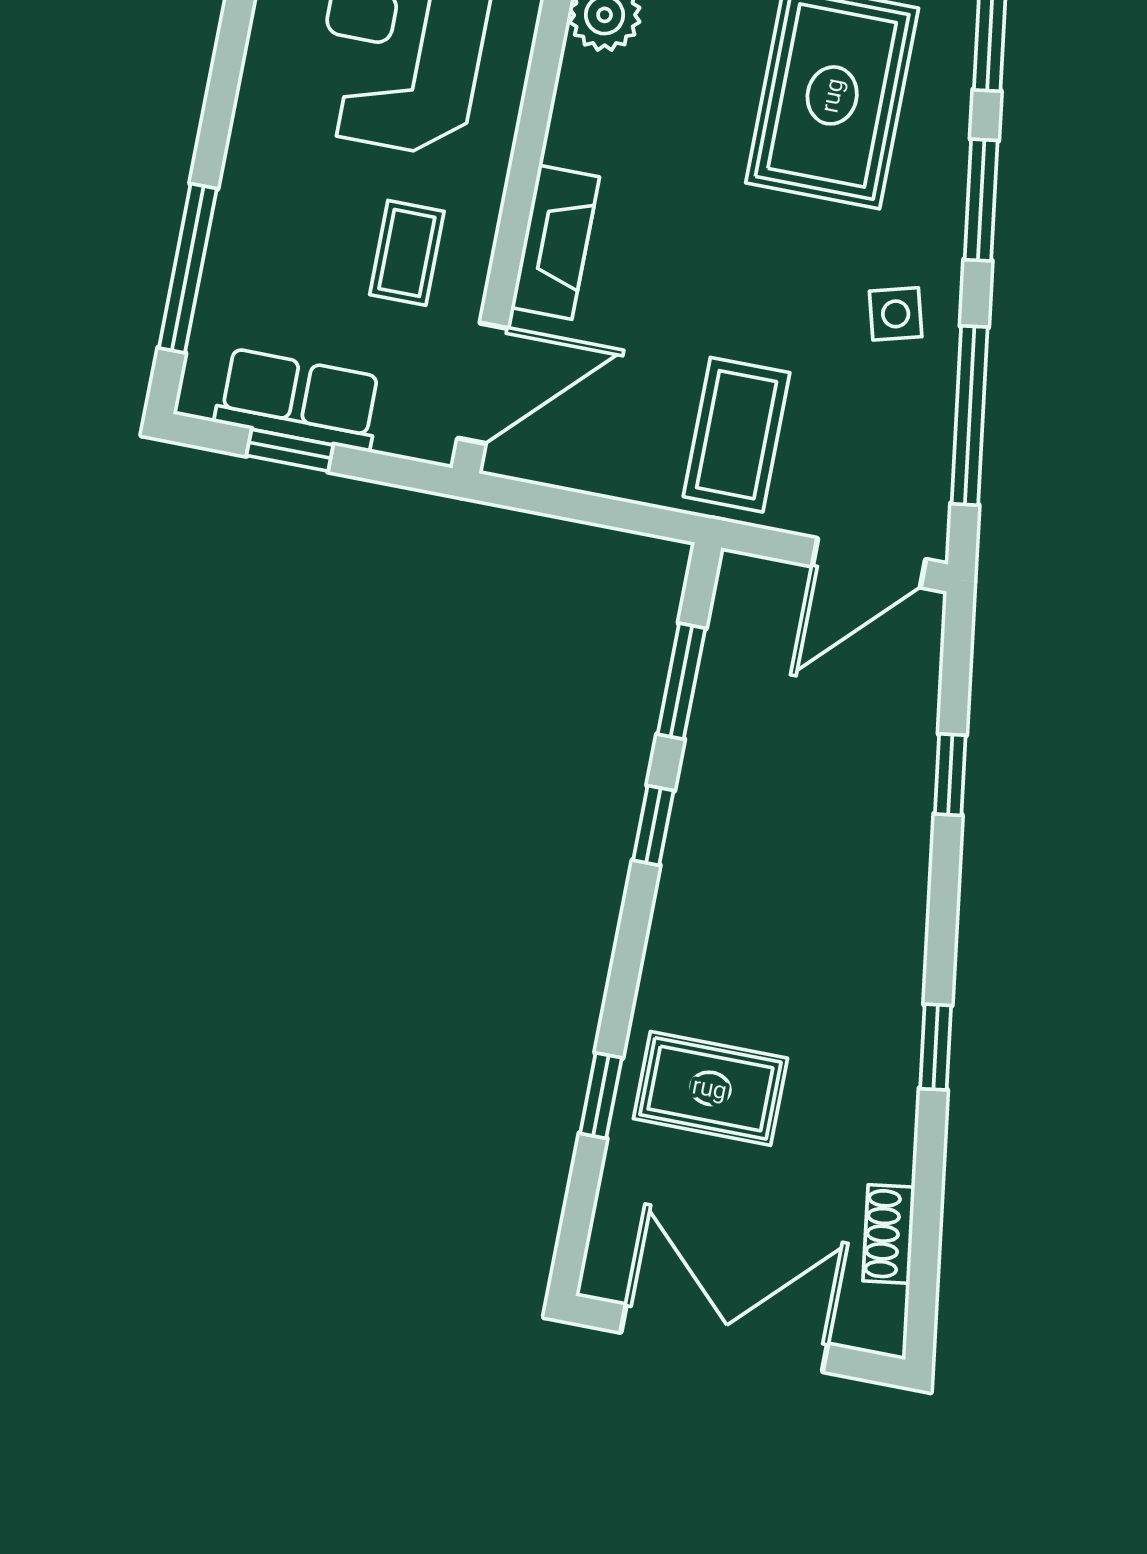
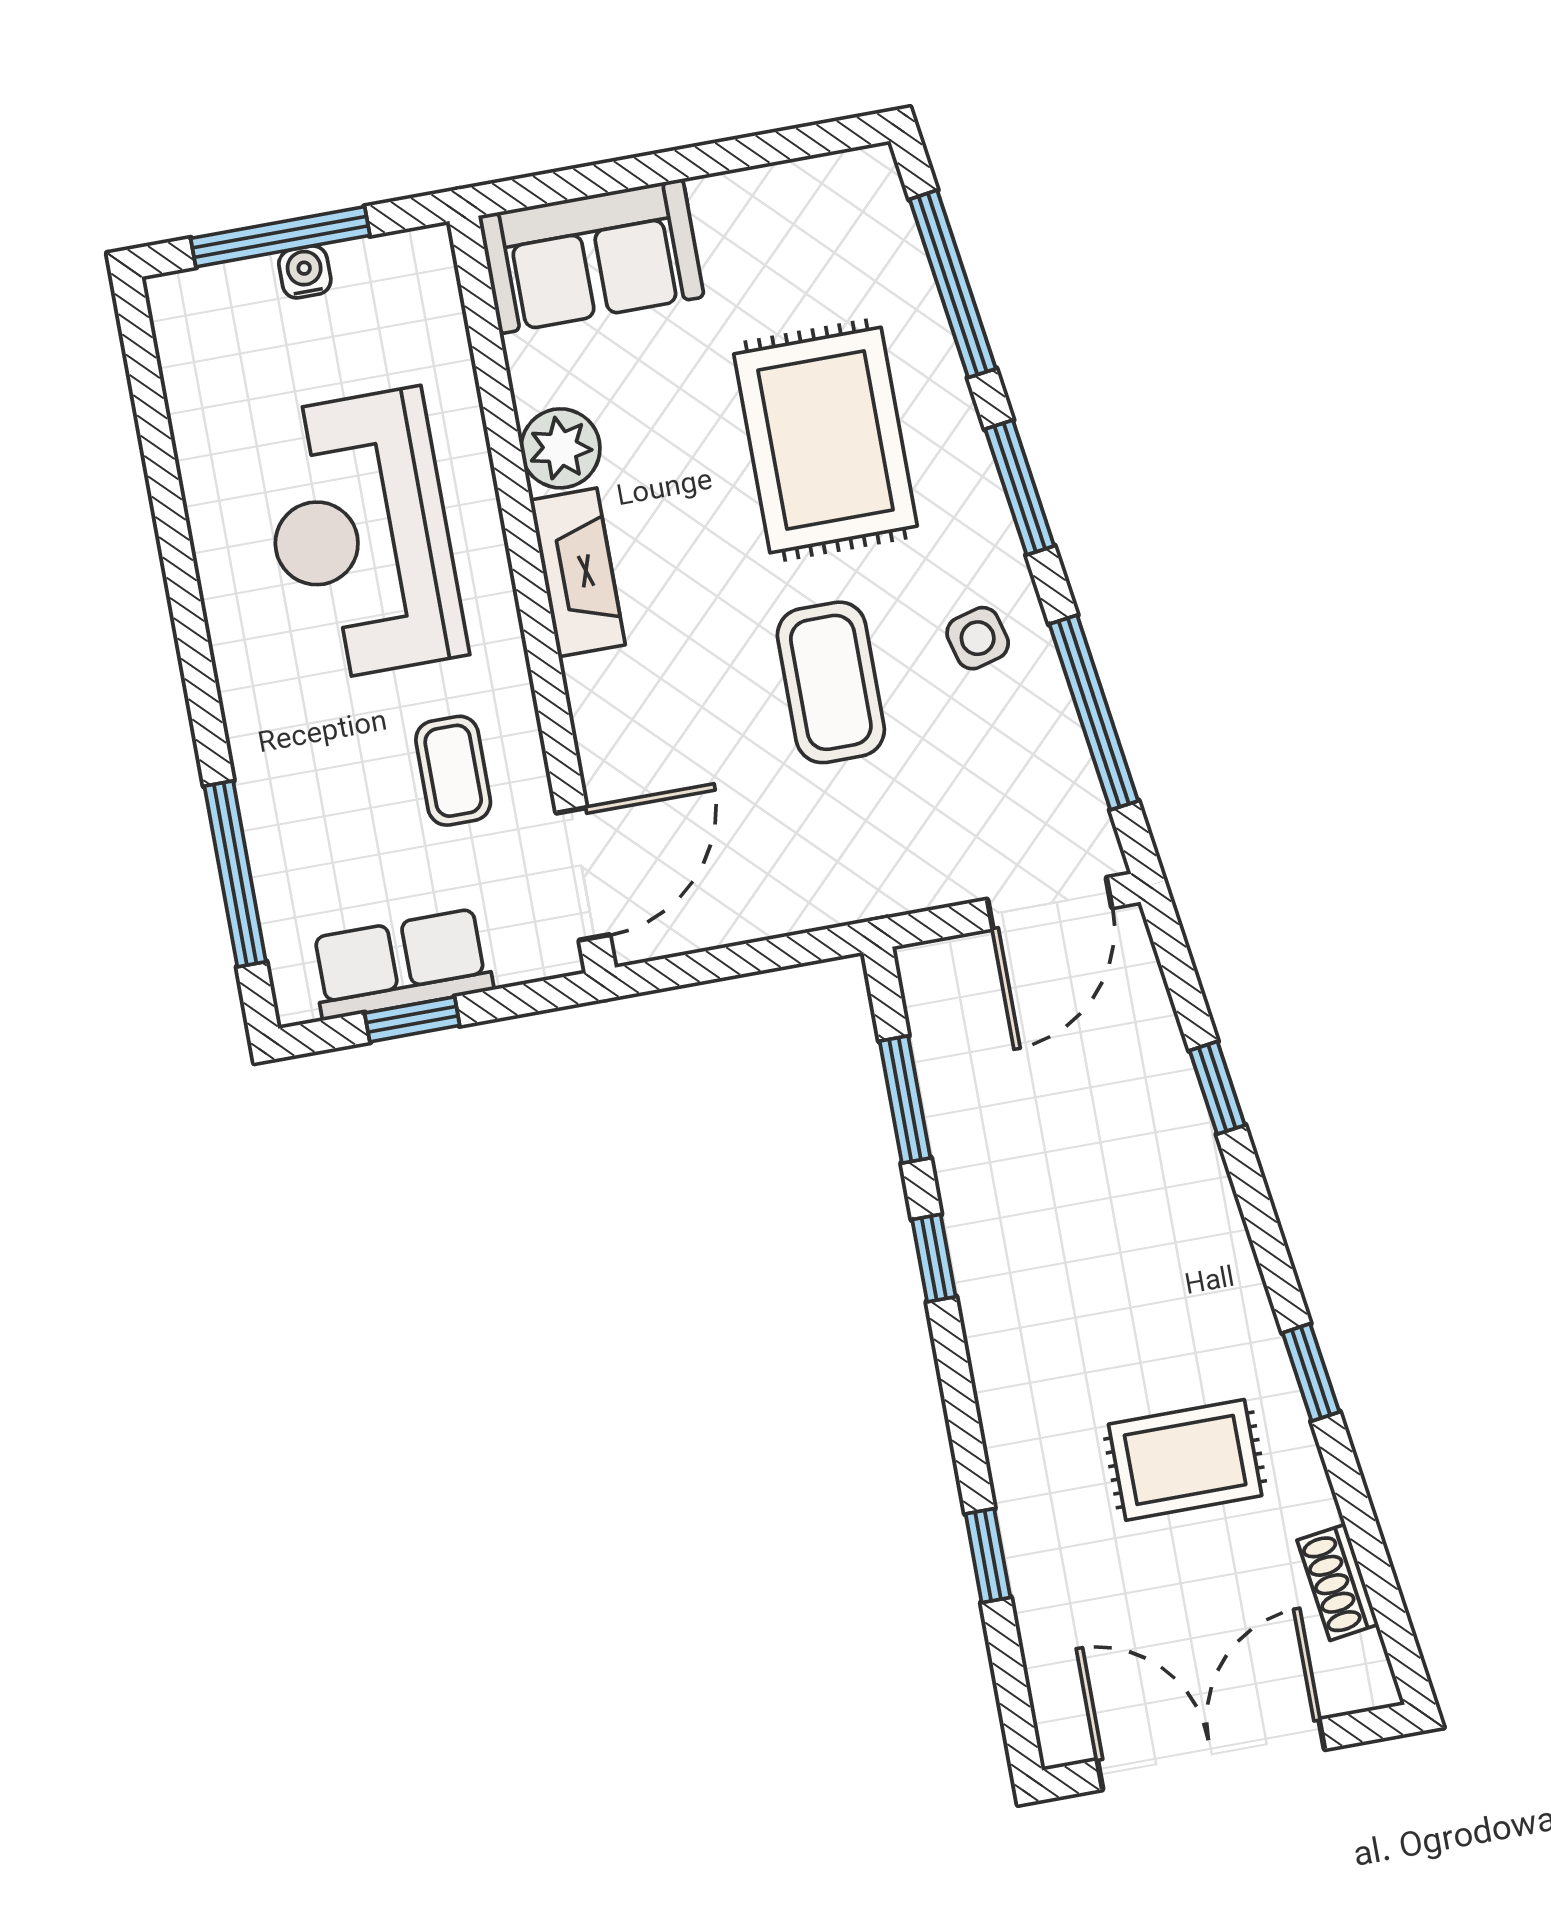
fireplace: (555, 242) -> (578, 572), moved
coffee table: (737, 435) -> (831, 682), moved
rug: (710, 1088) -> (1185, 1460), moved

